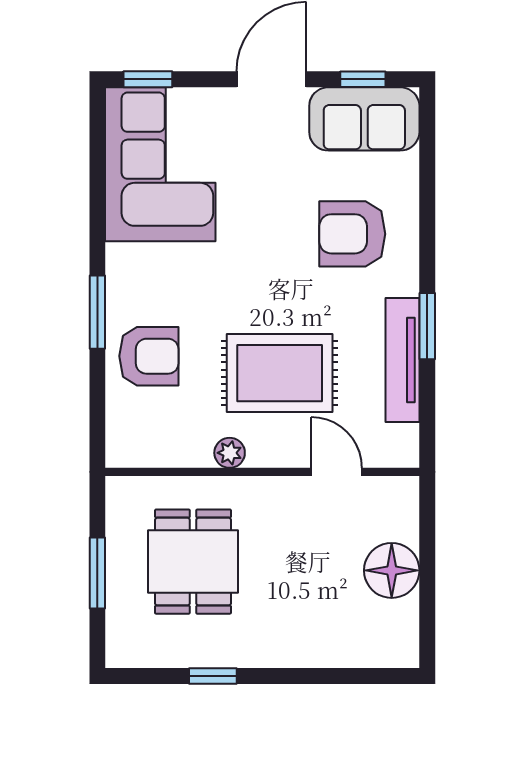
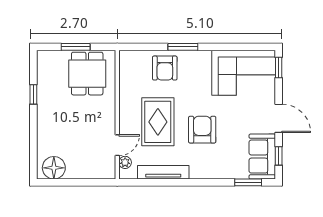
armchair: (352, 234) -> (202, 130), moved
window: (427, 326) -> (248, 182), moved
plant: (230, 453) -> (125, 162), moved
dining table: (193, 562) -> (87, 74), moved, turned 90
floor lamp: (392, 570) -> (54, 168), moved

